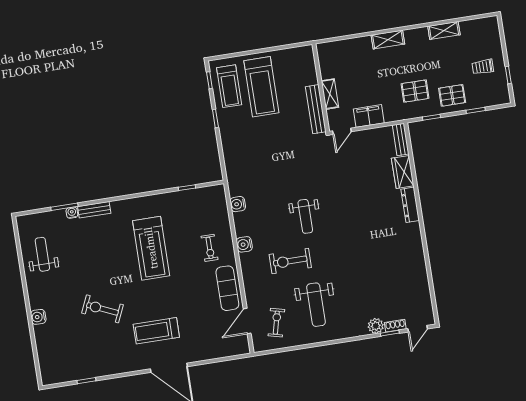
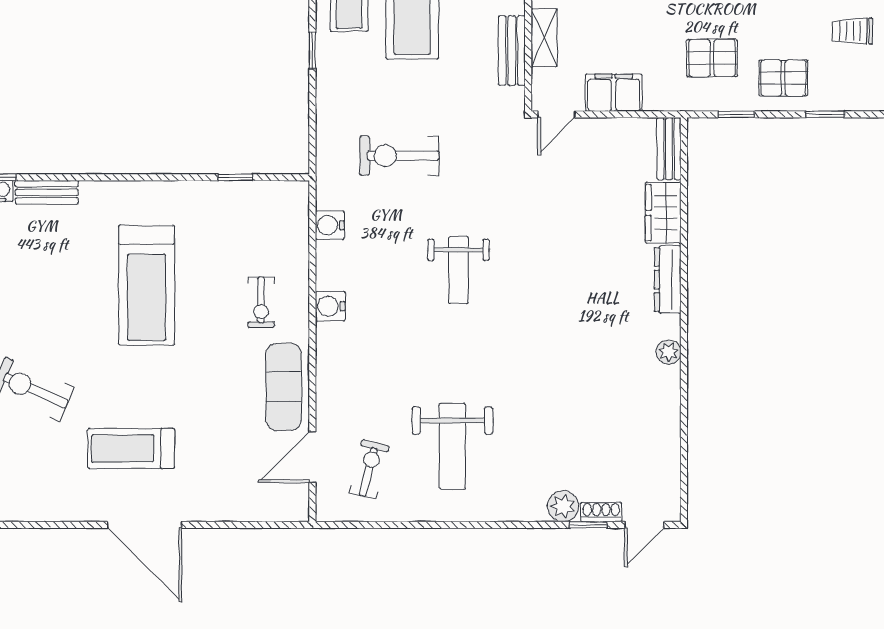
bench: (316, 109) -> (512, 50), width x0.73
plant: (416, 241) -> (669, 352), added
exercise bike: (290, 261) -> (399, 156), moved

